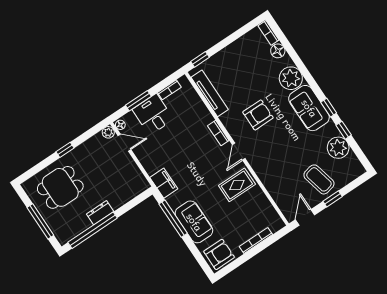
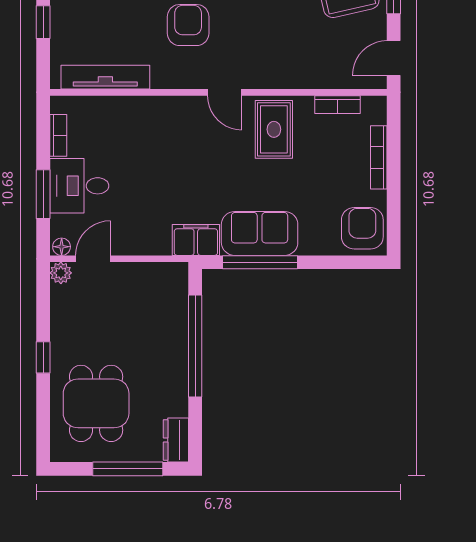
window: (200, 59) -> (43, 22), moved
bookcase: (218, 133) -> (338, 105), moved
dresser: (100, 213) -> (176, 440), moved
door: (305, 217) -> (394, 58), hinge flipped
sofa: (194, 222) -> (260, 233), moved
window: (93, 230) -> (195, 346), moved

